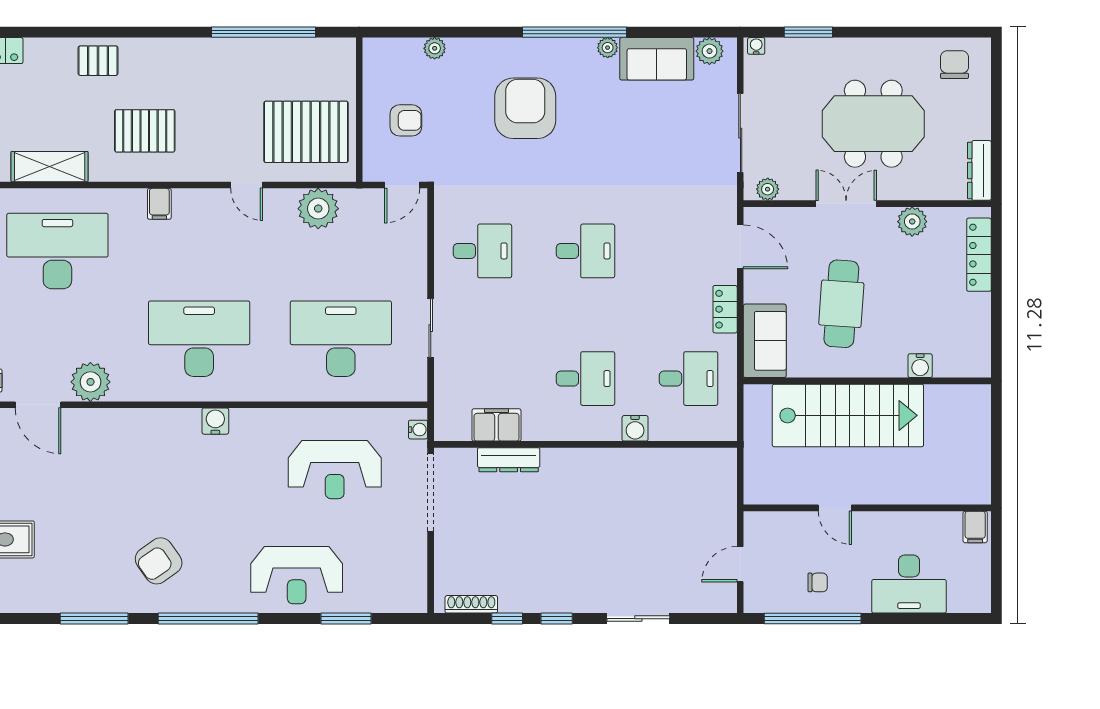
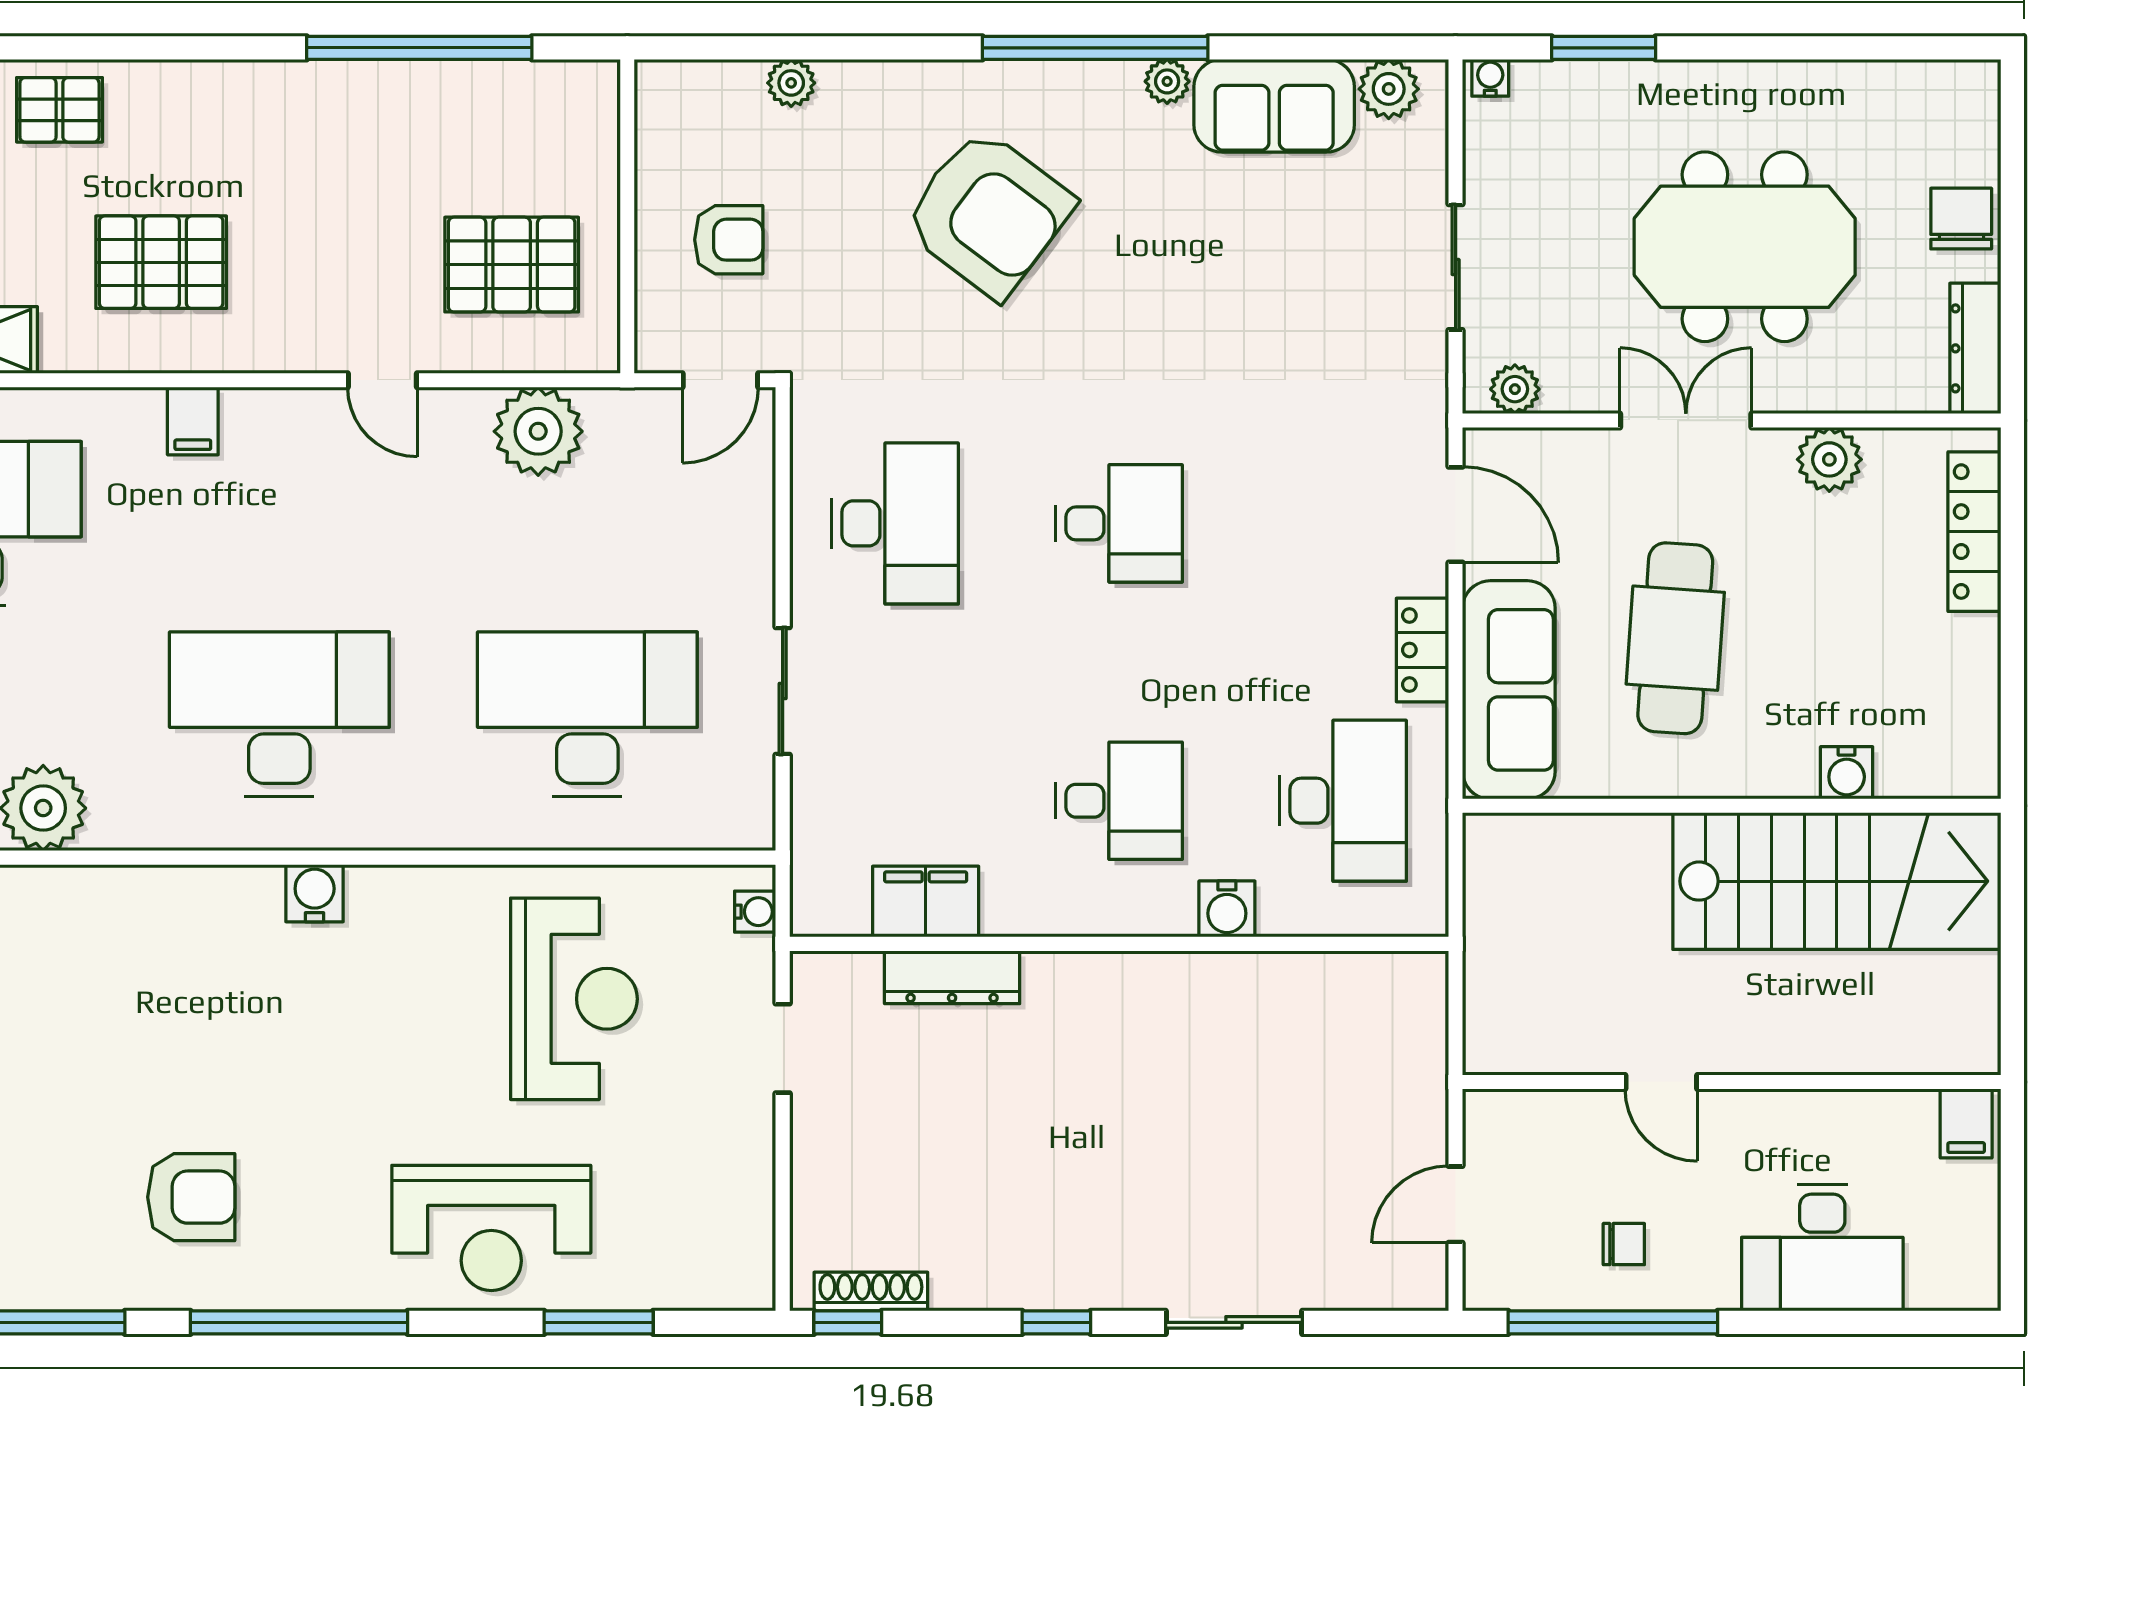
chair: (954, 65) -> (1961, 219), moved
armchair: (525, 108) -> (988, 213), turned 127
pallet: (306, 132) -> (512, 265), width x0.73, depth x0.71
sliding door: (740, 133) -> (1456, 267), width x0.73
desk: (482, 251) -> (895, 523), width x1.37
sofa: (765, 341) -> (1509, 690), width x1.36
desk: (689, 379) -> (1343, 801), width x1.37
stairs: (848, 415) -> (1837, 881), moved
reception desk: (335, 470) -> (574, 999), turned -90
doorway: (431, 492) -> (783, 1048), width x0.53
armchair: (159, 561) -> (191, 1197), turned -145
window: (507, 619) -> (848, 1322), moved

